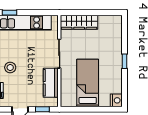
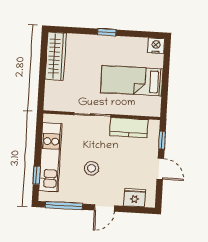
wardrobe: (79, 22) -> (56, 56), moved
stool: (10, 68) -> (92, 168), moved

